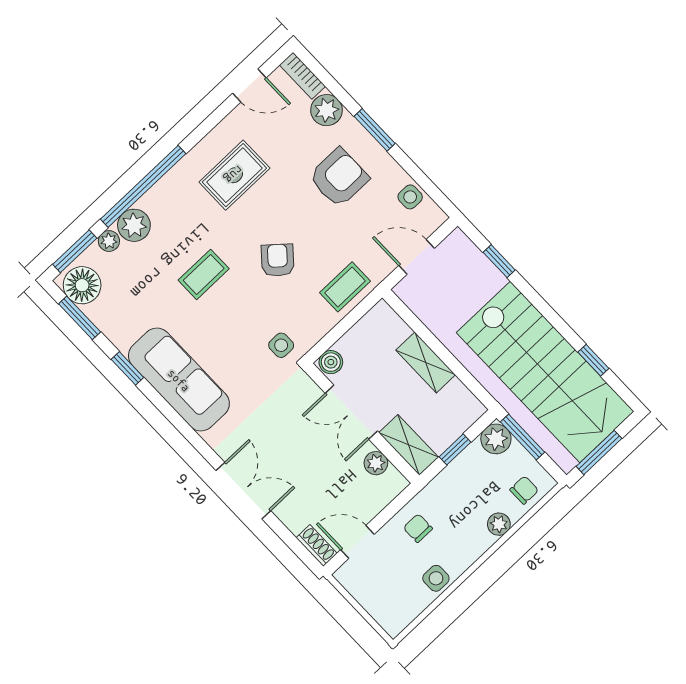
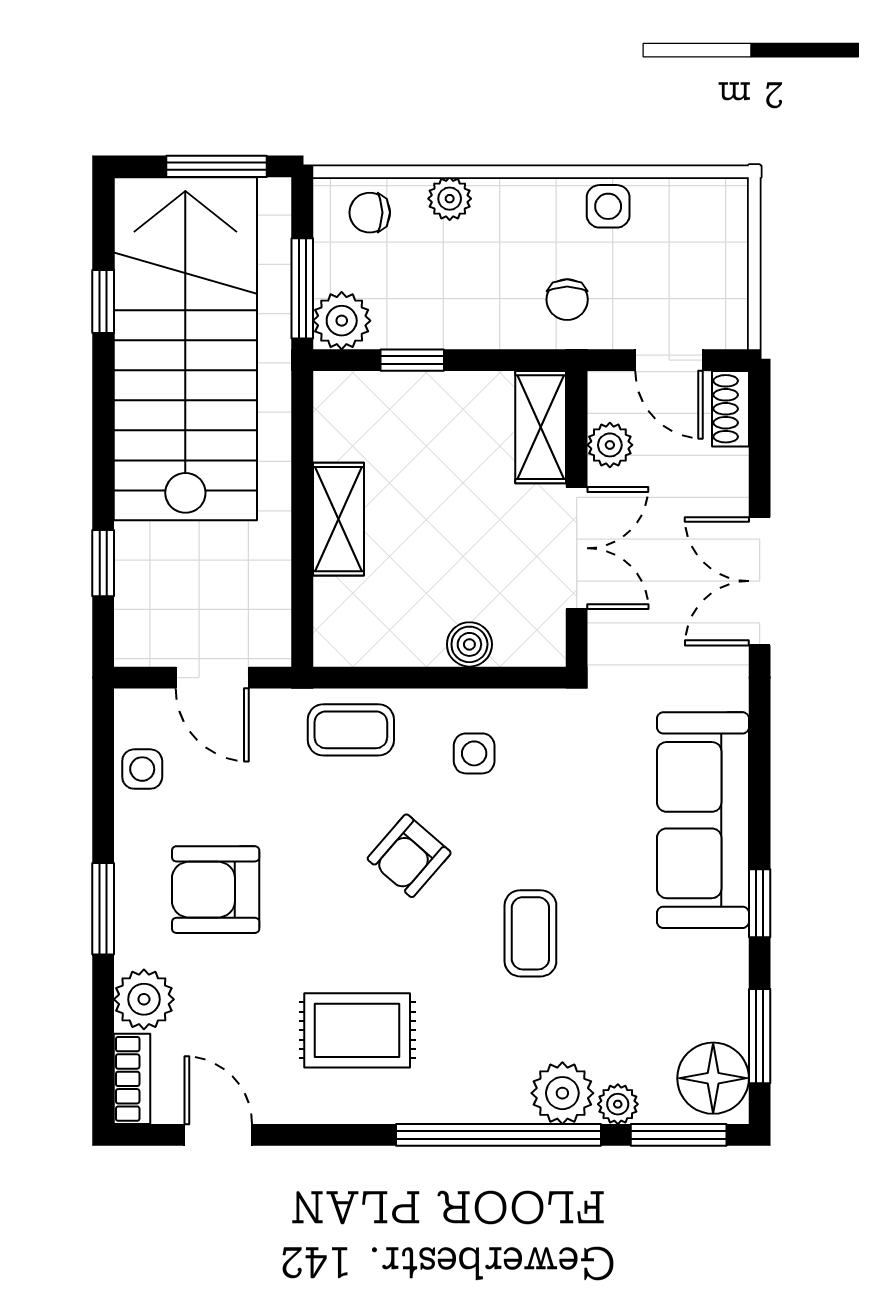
coffee table: (204, 274) -> (530, 933), turned 90
side table: (281, 345) -> (474, 753), moved
double door: (351, 412) -> (577, 548), moved
wall: (362, 423) -> (577, 519), moved
shelving: (409, 445) -> (541, 427), moved
plant: (376, 463) -> (610, 445), moved

